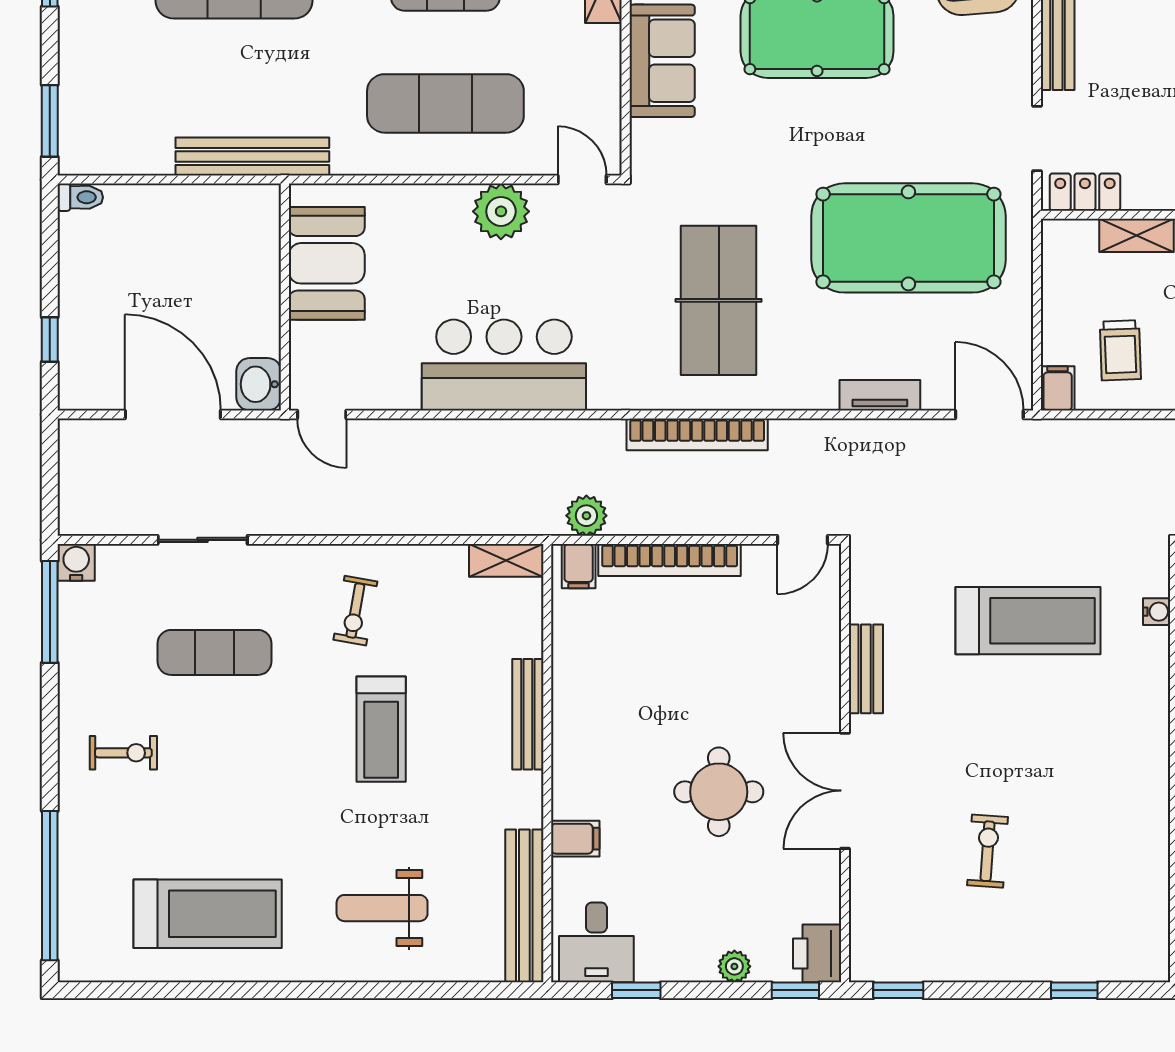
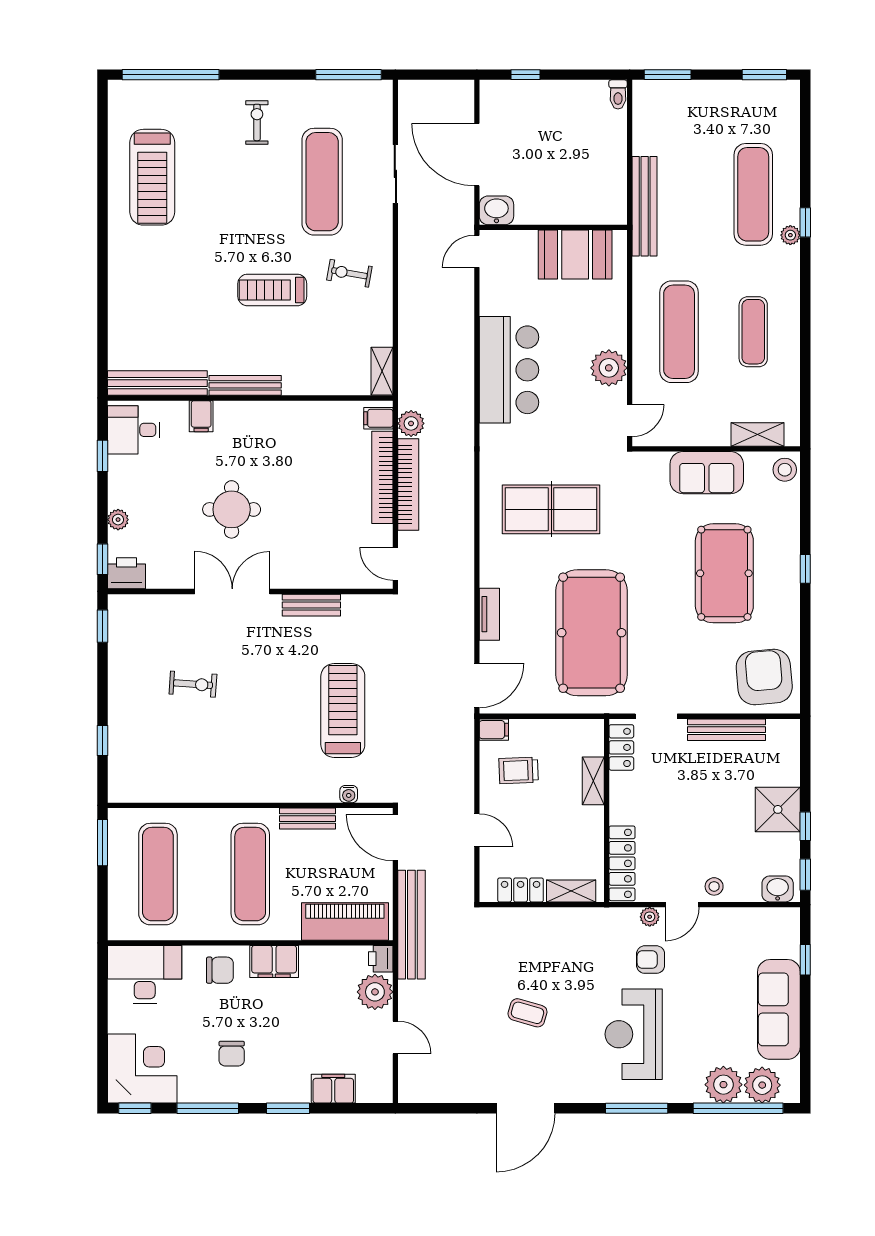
door: (173, 414) -> (477, 155), swing flipped
bookcase: (697, 434) -> (408, 485), moved, turned 180
water cooler: (76, 562) -> (381, 92), removed
treadmill: (1028, 621) -> (343, 710), turned 180
exercise mat: (215, 652) -> (322, 182), width x1.36, depth x1.45
bench: (528, 714) -> (245, 385), moved
exercise bike: (123, 753) -> (257, 122), turned 180
weight bench: (382, 908) -> (156, 291), removed

